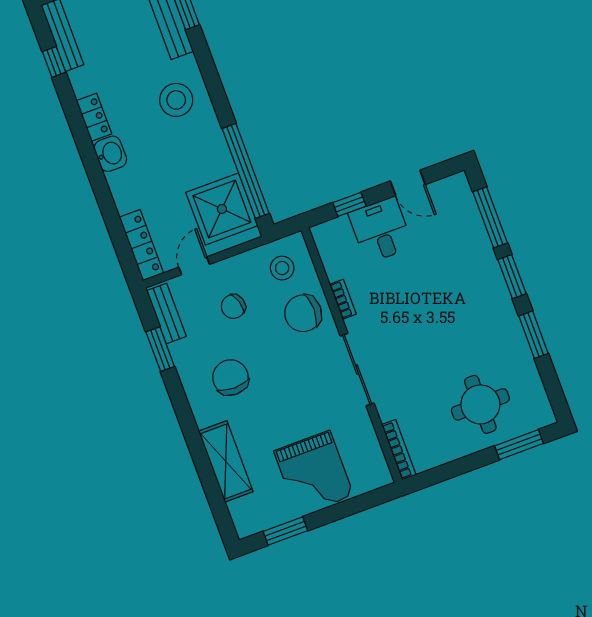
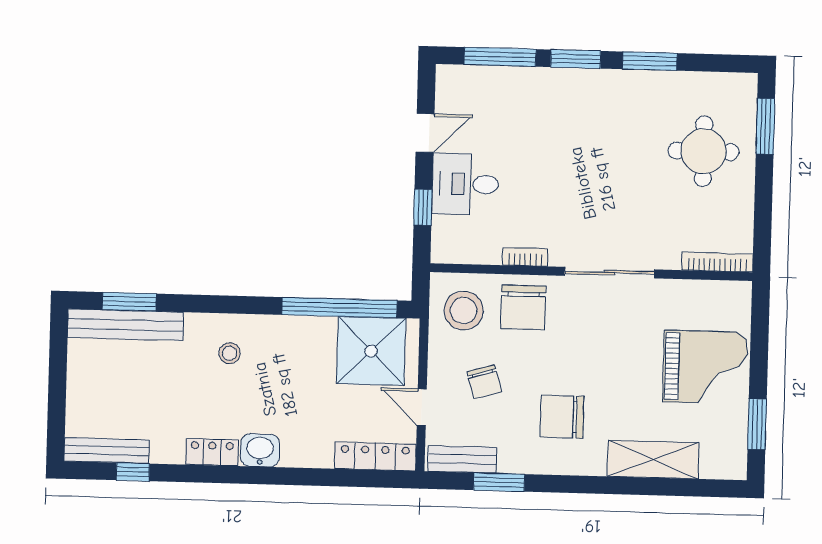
stool: (176, 100) -> (230, 353), width x0.53, depth x0.53
stool: (282, 268) -> (464, 311), width x1.38, depth x1.38

